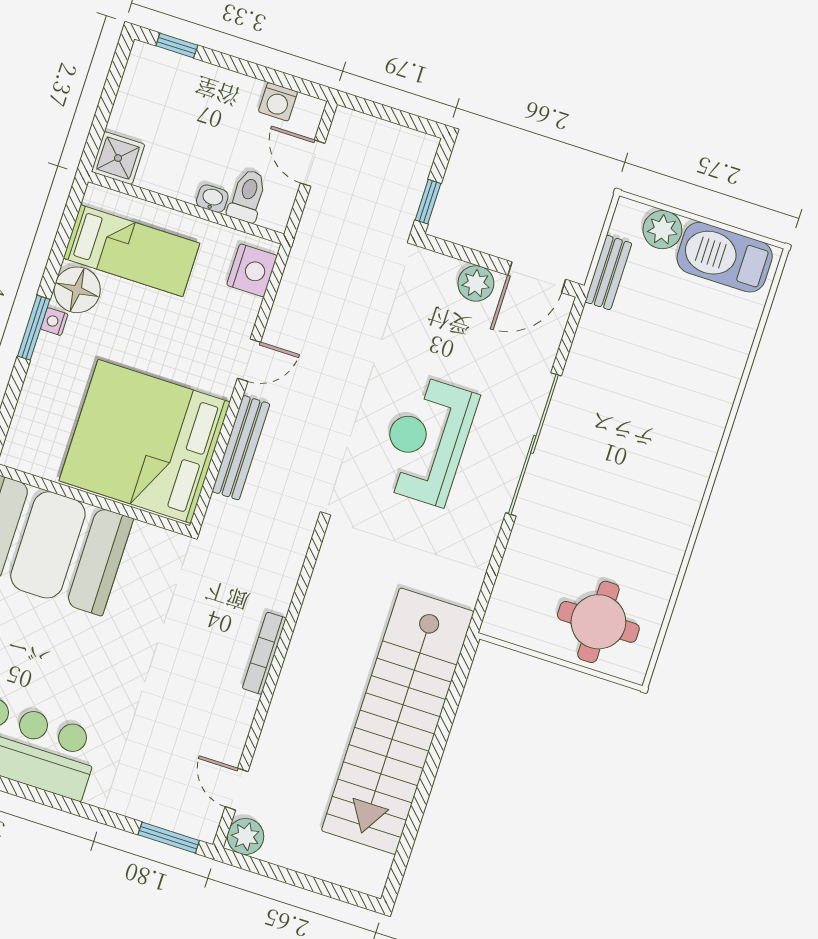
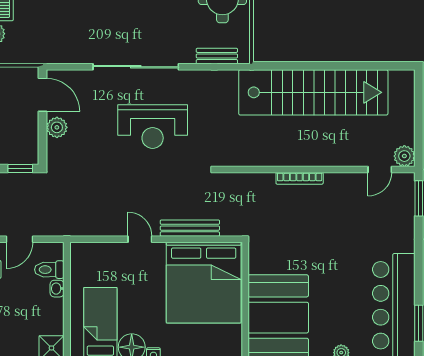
nightstand: (252, 270) -> (90, 254), removed
bench: (608, 273) -> (217, 56), moved

